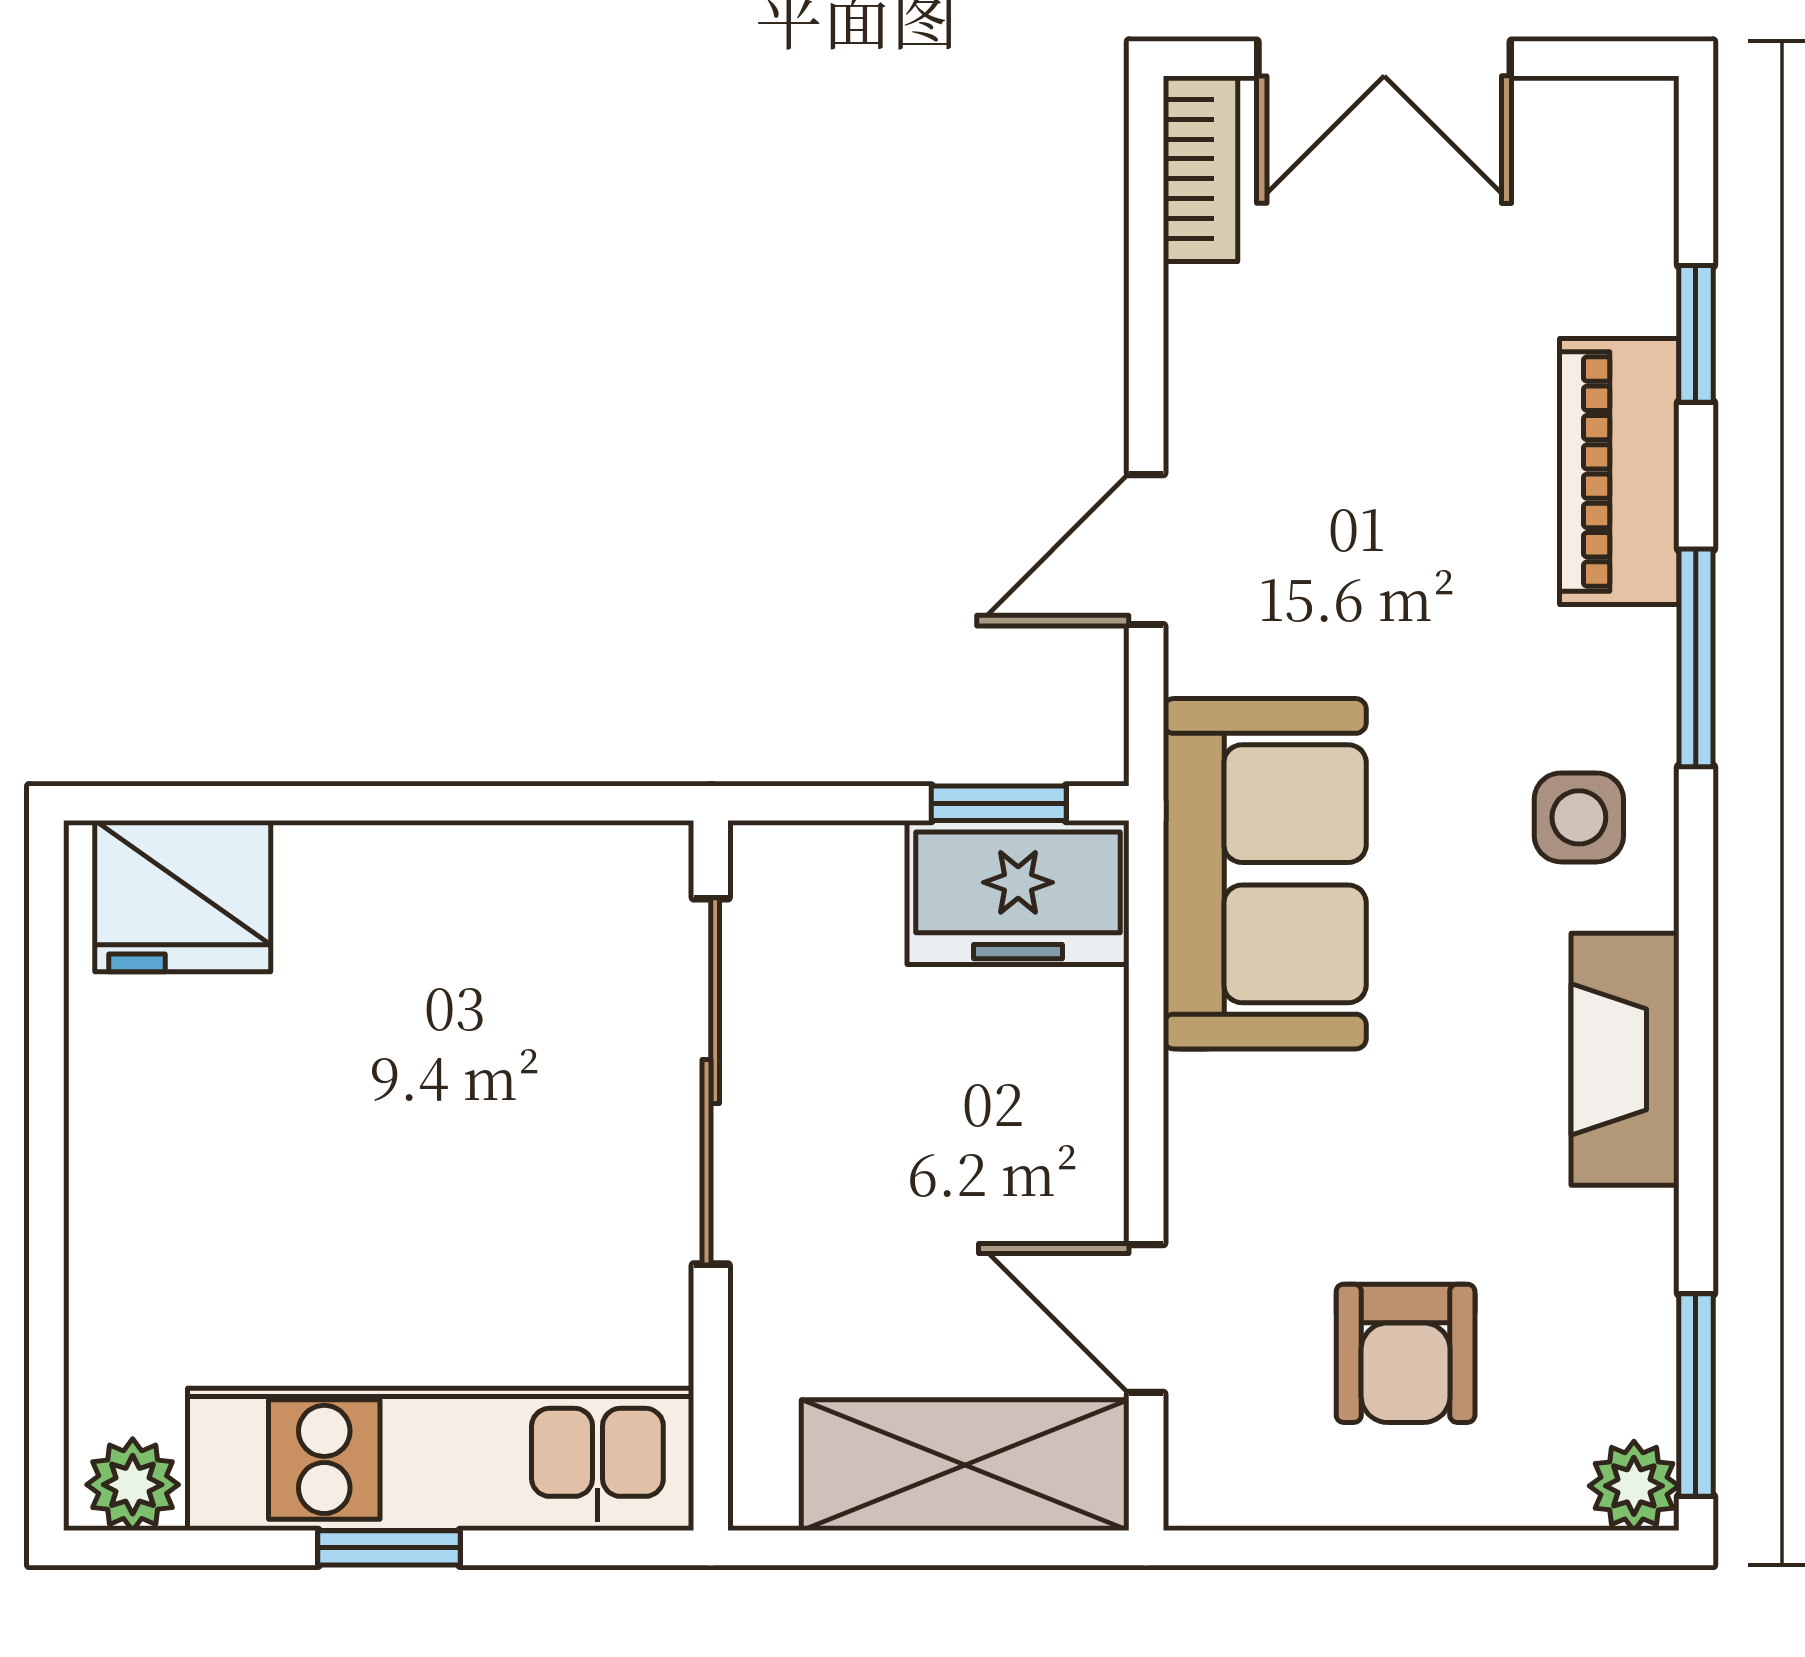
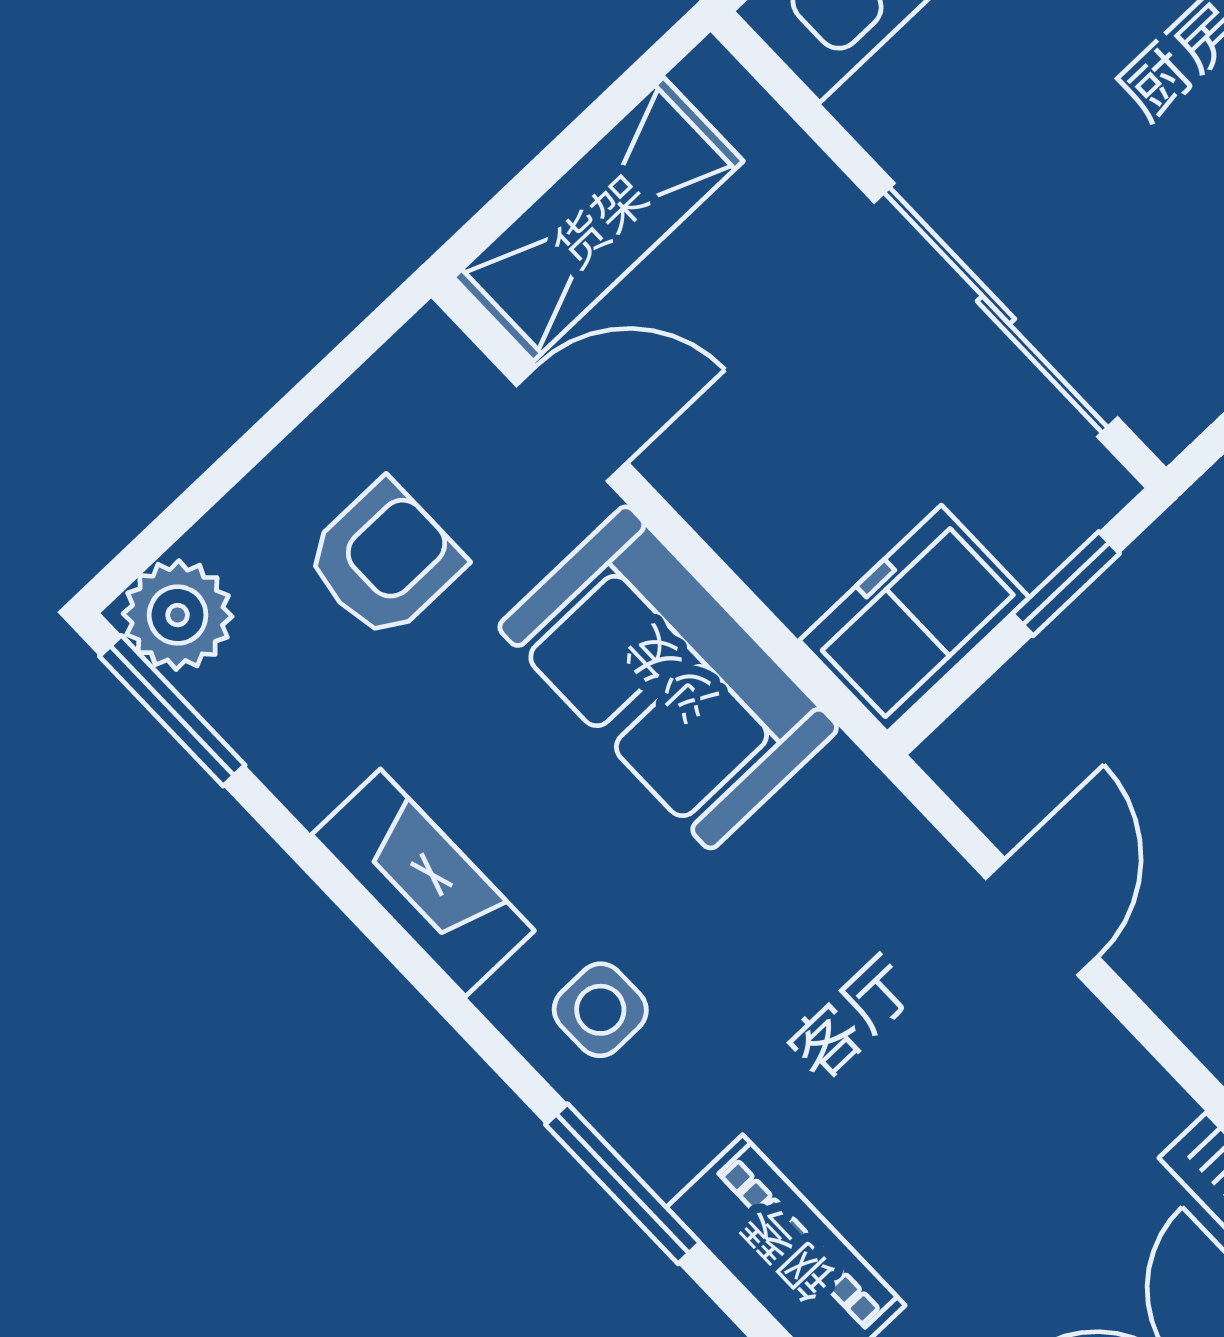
window: (999, 803) -> (1066, 584), moved
sofa: (1265, 874) -> (668, 677), moved
armchair: (1406, 1353) -> (384, 560), turned 90
plant: (1634, 1486) -> (178, 615), width x1.38, depth x1.38

